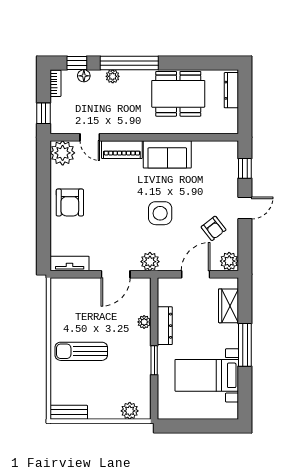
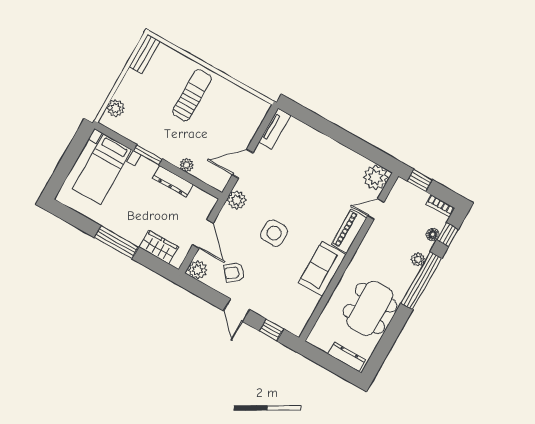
armchair: (70, 203) -> (328, 159), removed
door: (116, 274) -> (243, 164), hinge flipped
bed with nightstands: (207, 375) -> (102, 169), moved, turned 180

